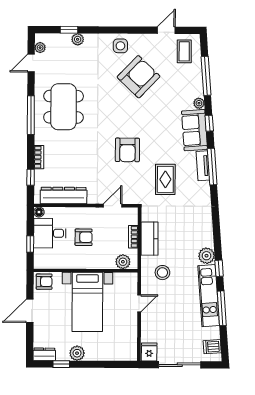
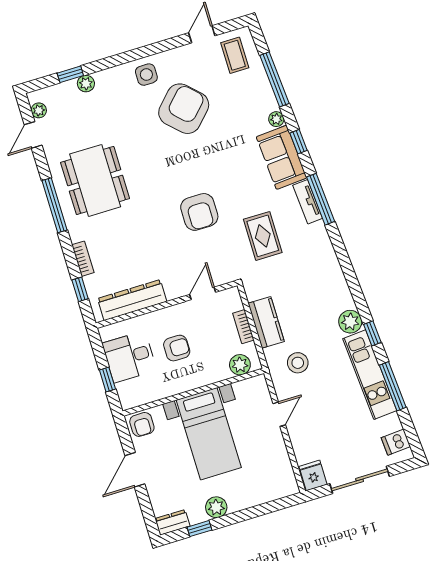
floor lamp: (39, 212) -> (106, 333), removed
armchair: (44, 282) -> (142, 424), turned 90

